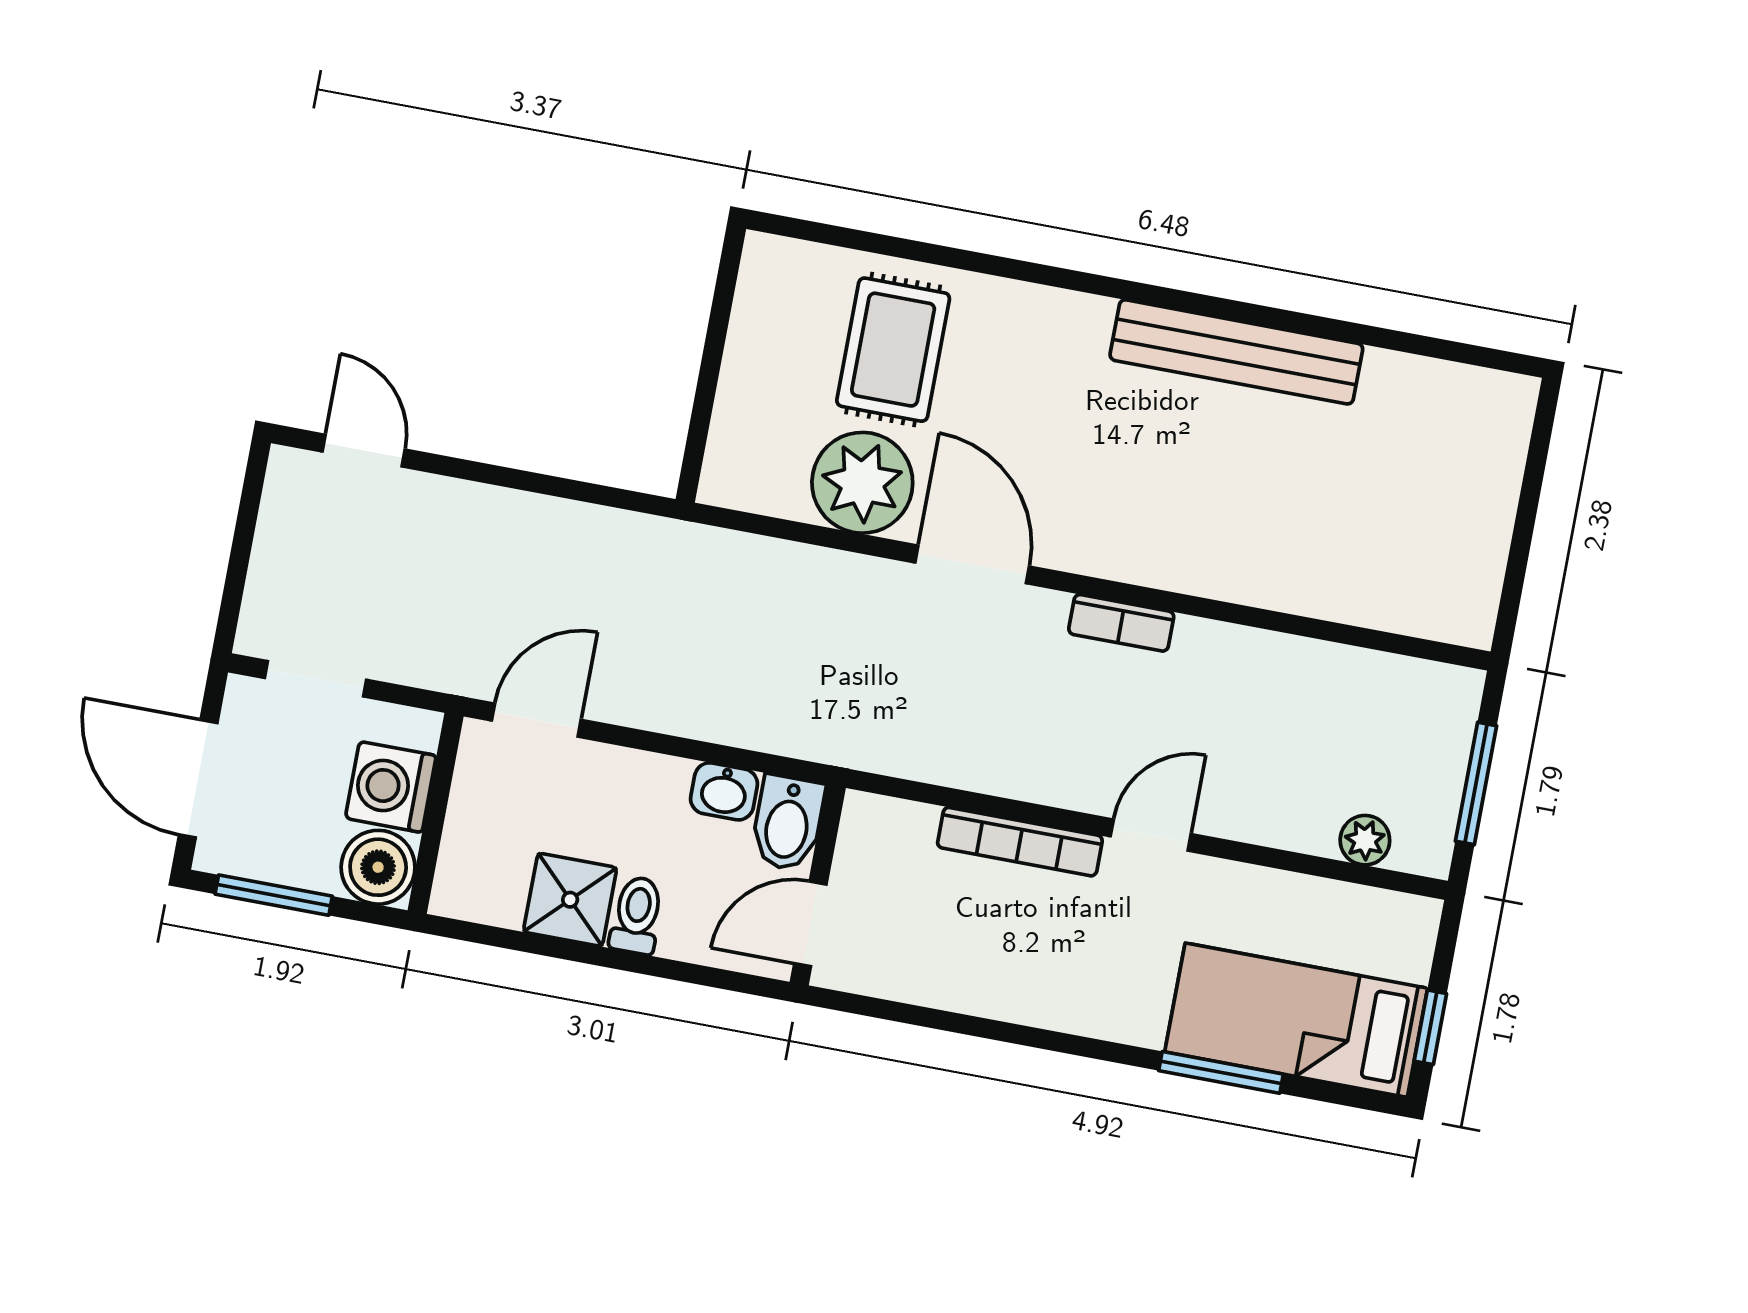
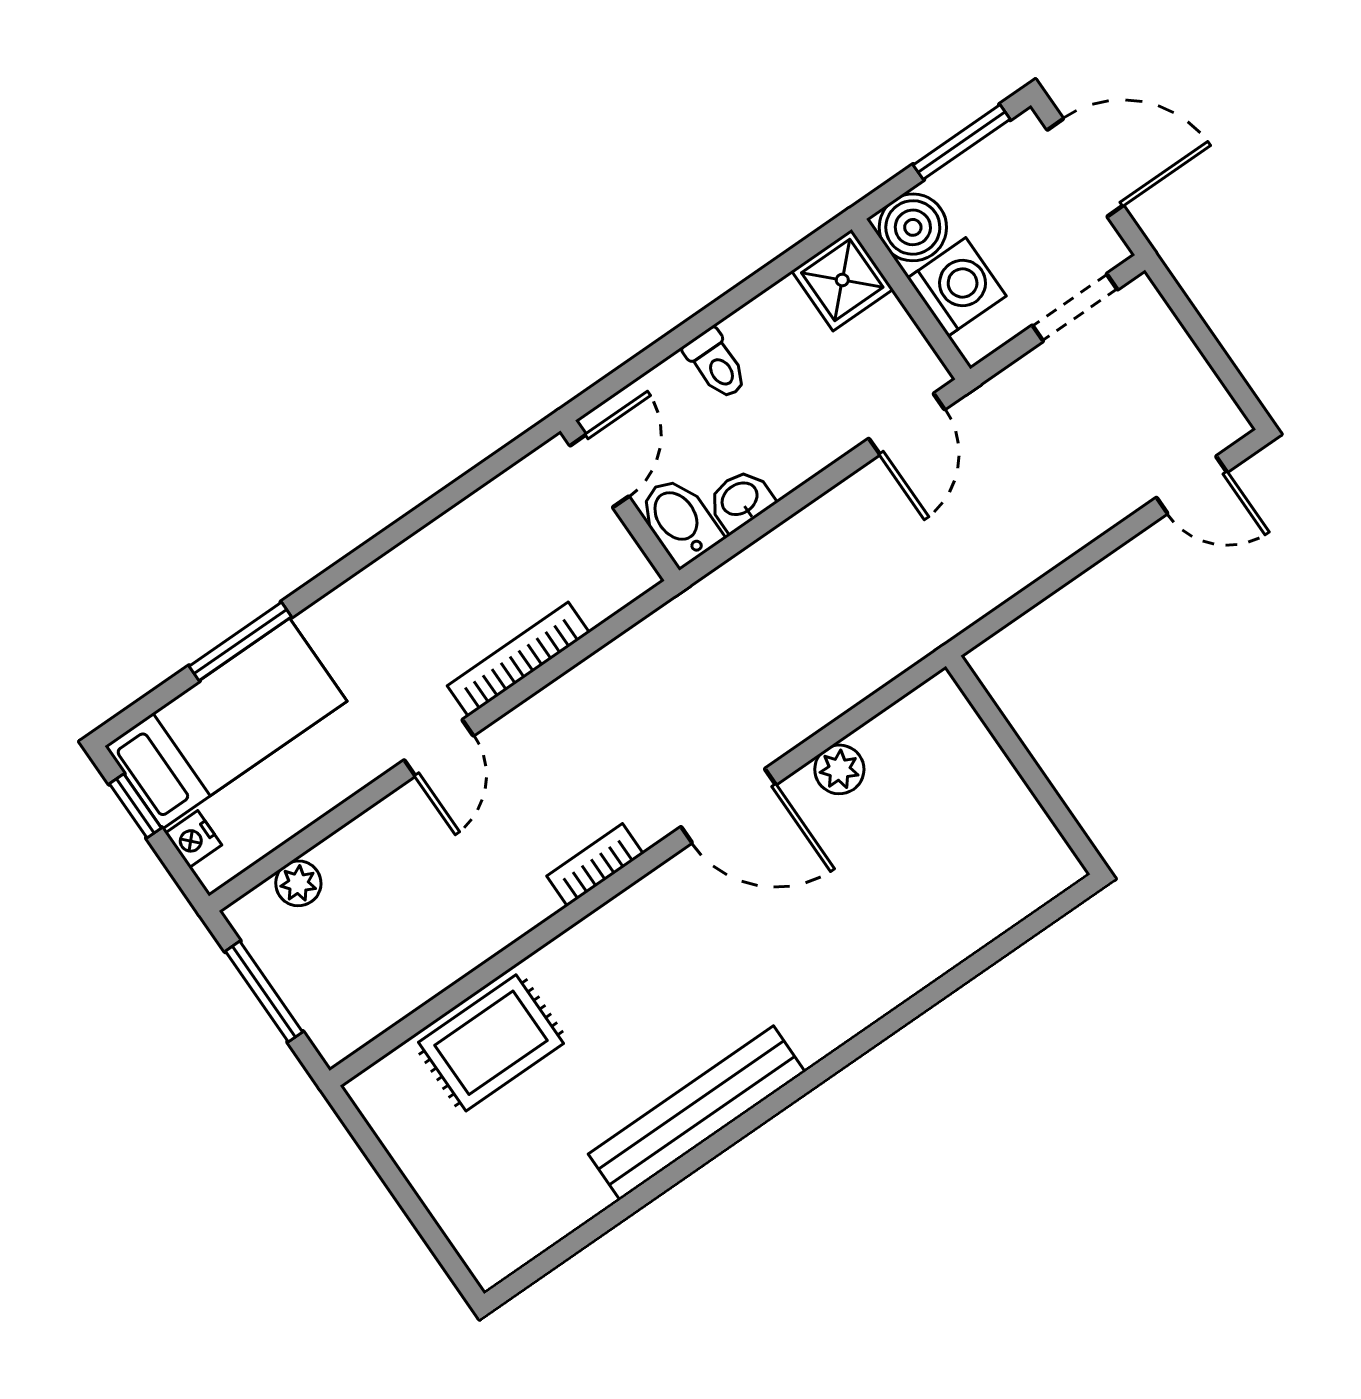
rug: (893, 350) -> (491, 1043), moved, turned 90
plant: (862, 483) -> (839, 769), width x0.53, depth x0.53
shower: (570, 900) -> (842, 280), moved
nightstand: (1411, 956) -> (193, 839), added

